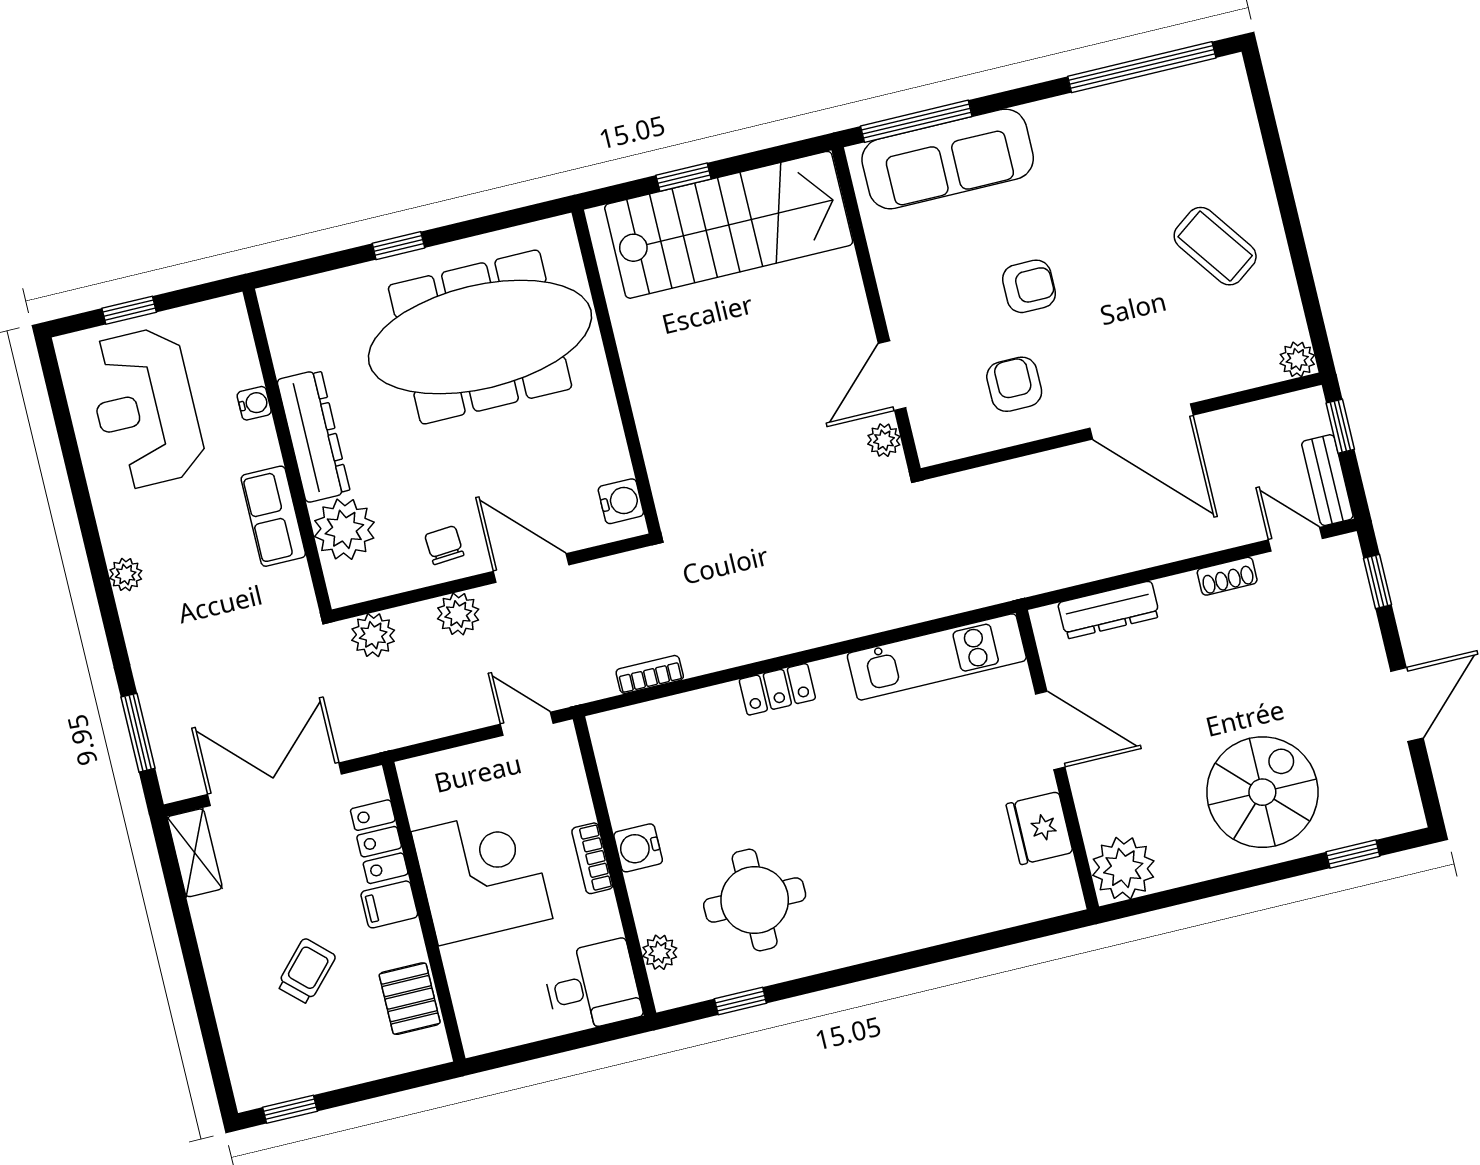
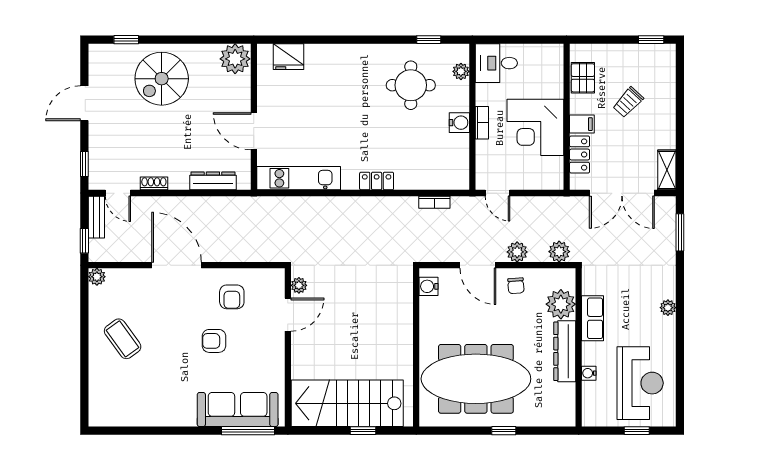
window: (1142, 67) -> (137, 431), removed
fridge: (1039, 828) -> (289, 57), moved, turned 90

